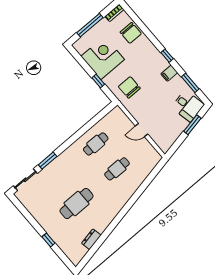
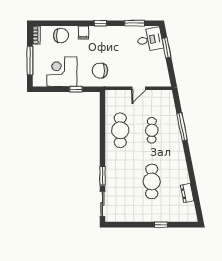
filing cabinet: (169, 73) -> (83, 33), moved
cafe table: (96, 144) -> (120, 130), width x1.37, depth x1.35
window: (140, 190) -> (182, 127), added

